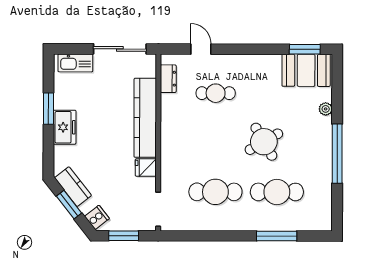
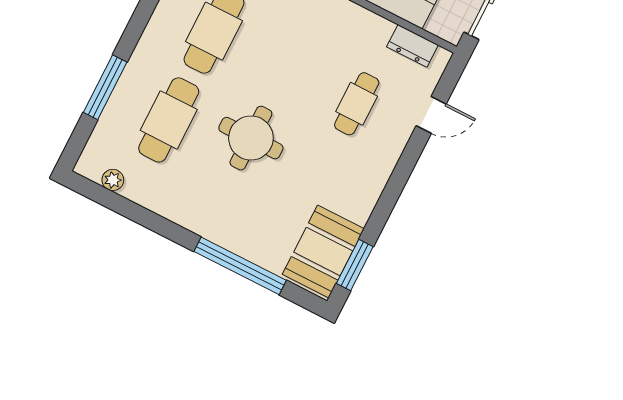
plant: (326, 109) -> (113, 180), moved
round table: (264, 142) -> (251, 138), turned 30
window: (337, 154) -> (240, 266), moved

